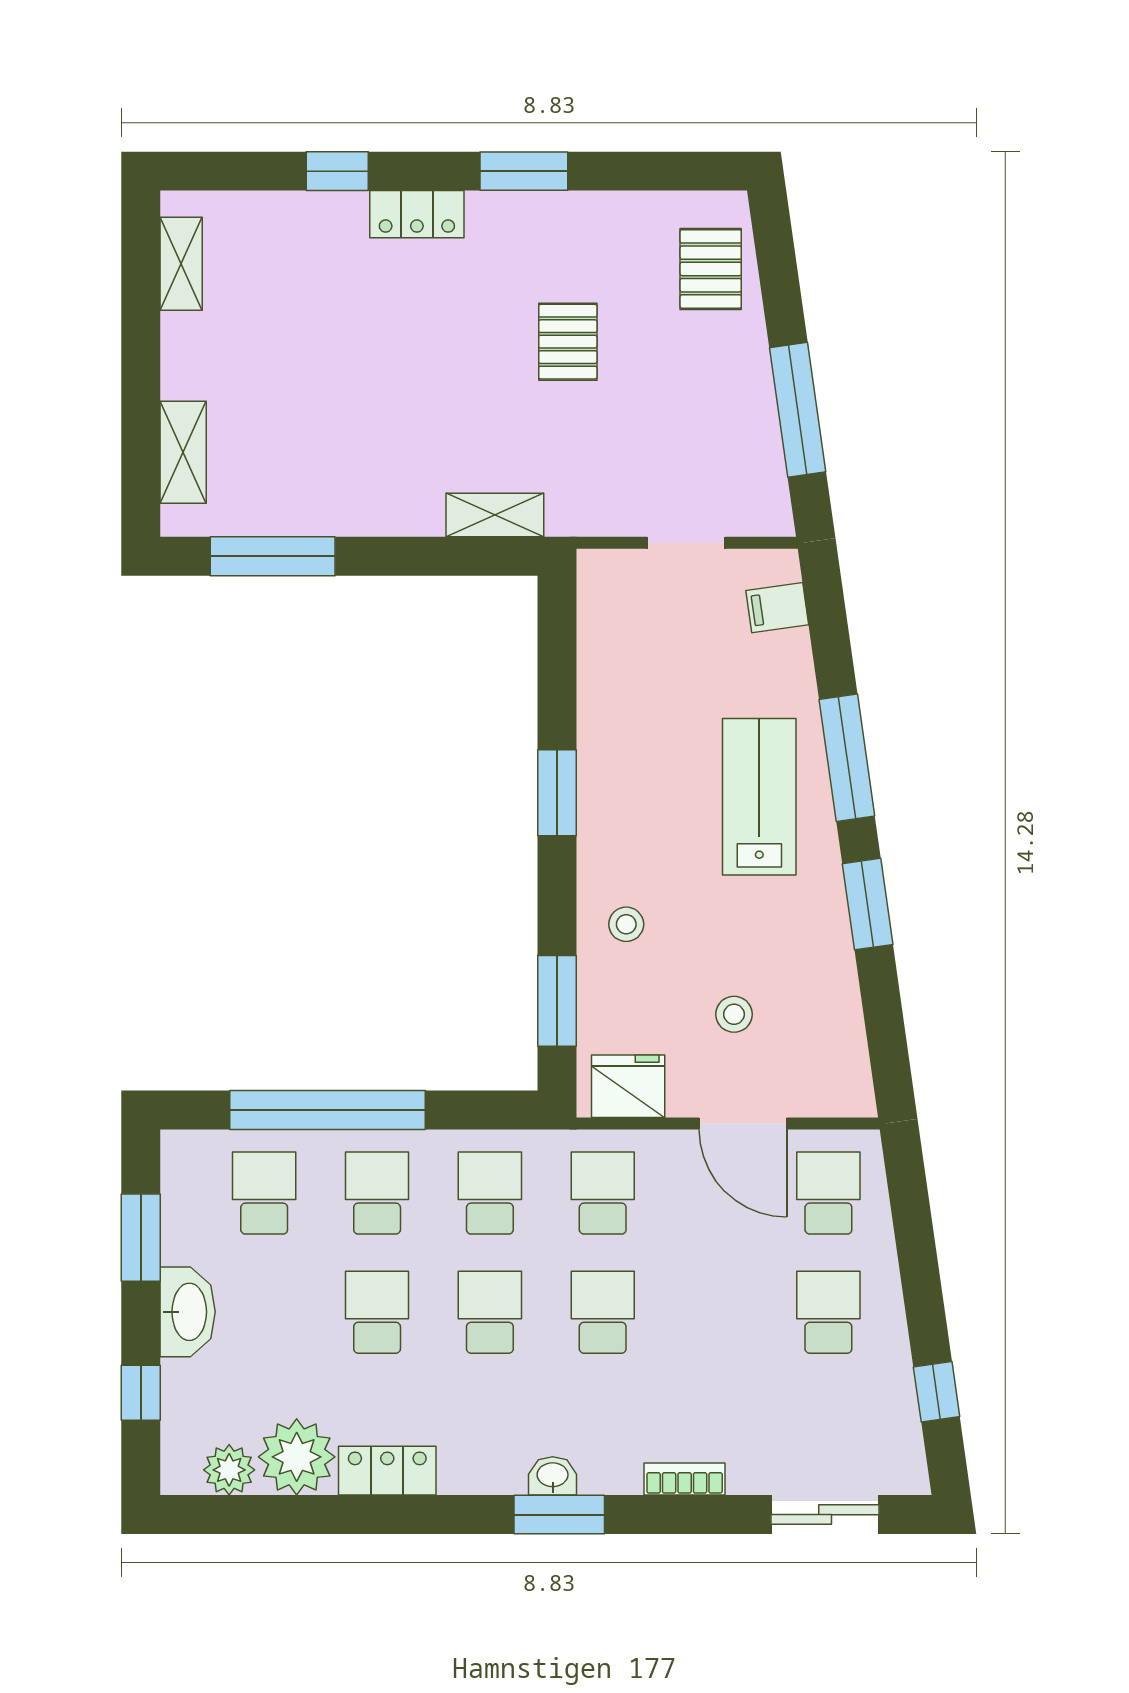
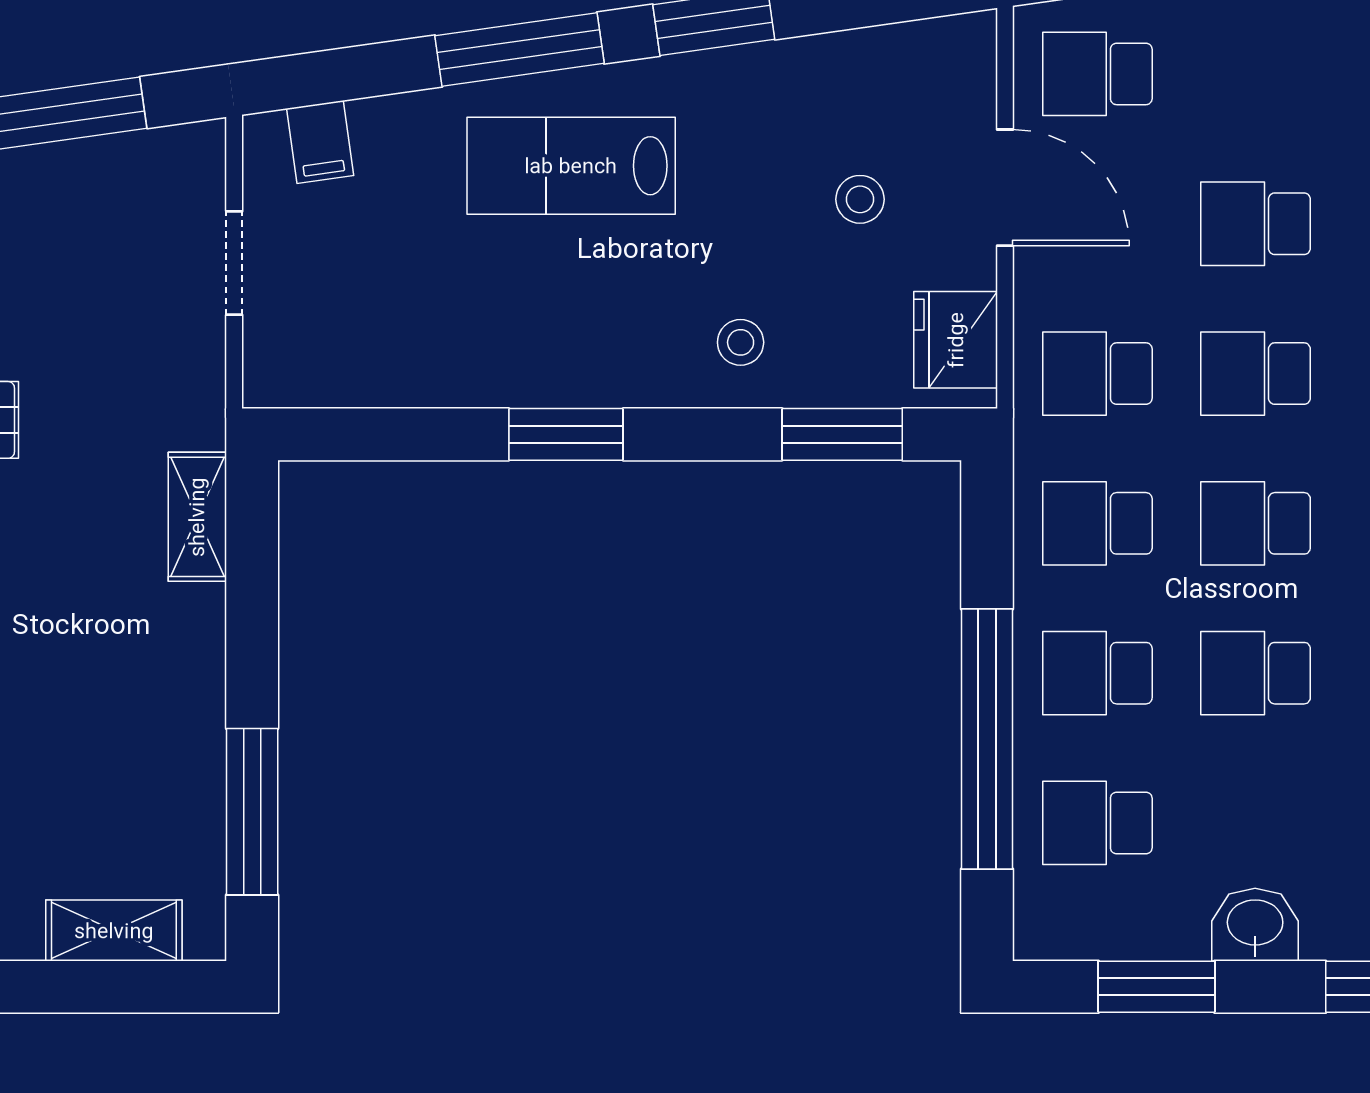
door: (743, 1124) -> (1005, 188), hinge flipped
washbasin: (188, 1312) -> (1255, 925), width x0.72
school desk: (828, 1312) -> (1256, 224), moved

